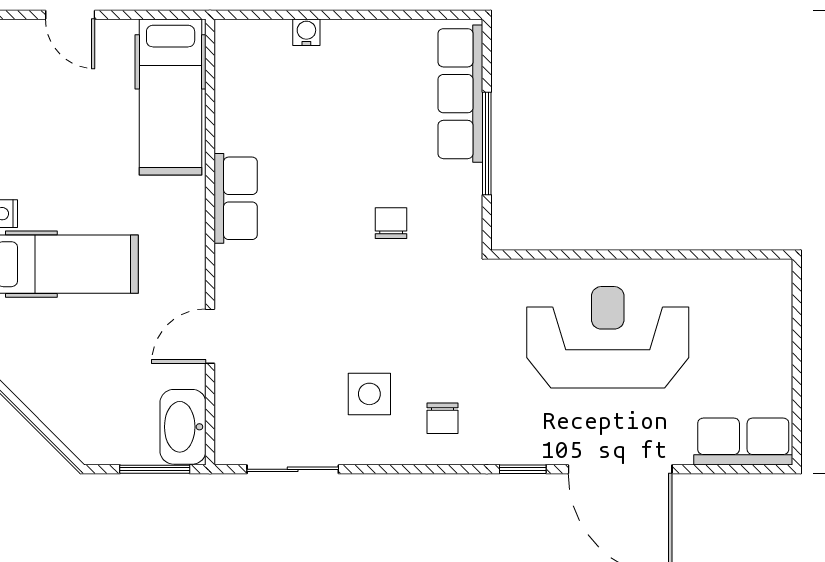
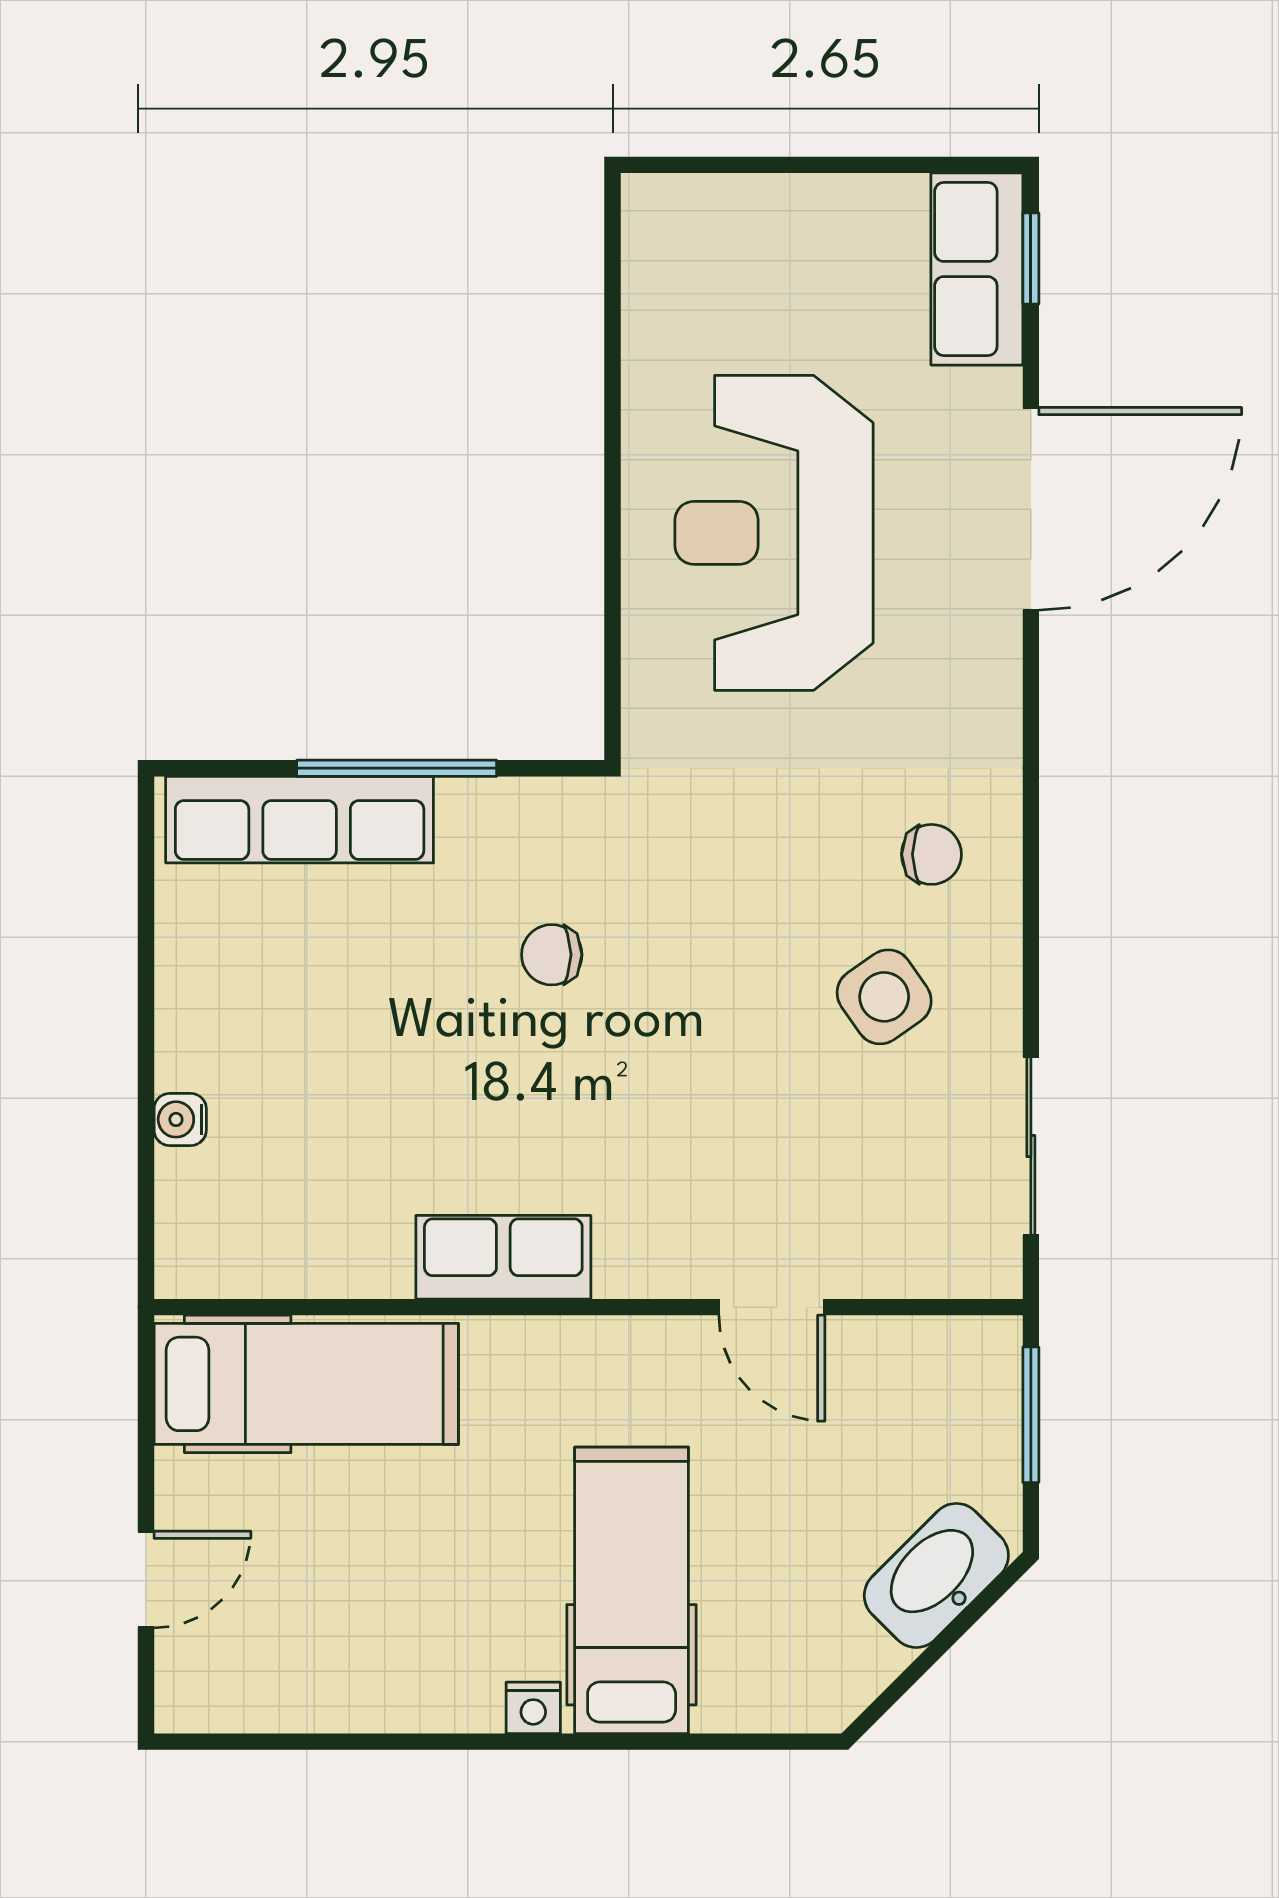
side table: (369, 394) -> (884, 997), turned -35
washbasin: (183, 427) -> (936, 1575), moved, turned 135
window: (523, 469) -> (1031, 259), moved

